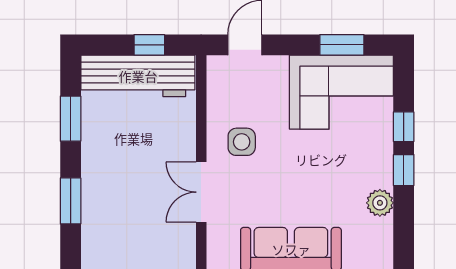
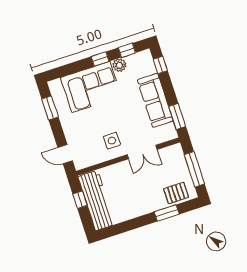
corner sofa: (341, 92) -> (91, 87), moved, turned 90
window: (71, 119) -> (127, 226), removed
window: (404, 127) -> (127, 50), moved
pallet: (103, 231) -> (176, 193), added

